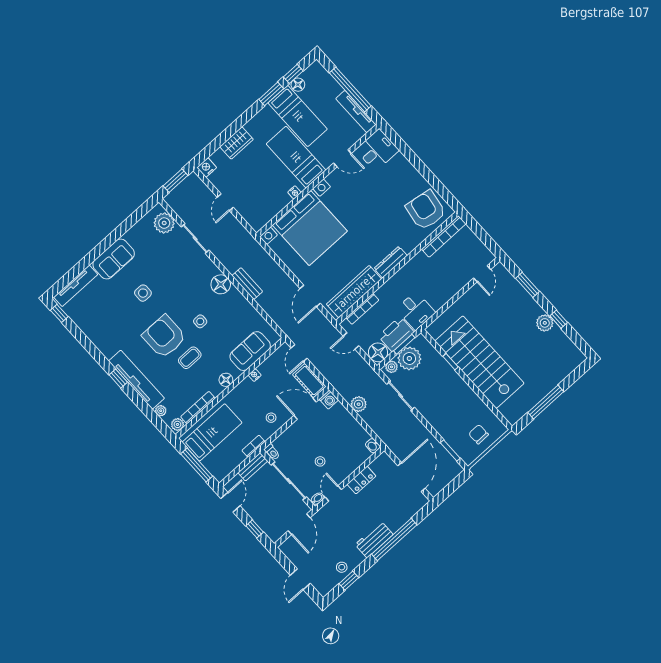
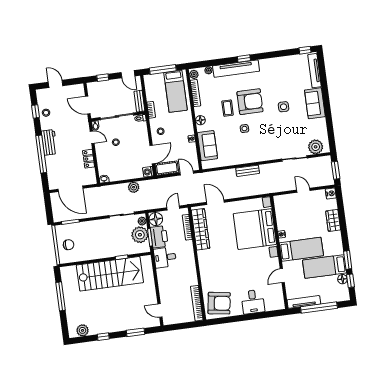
desk: (377, 150) -> (253, 302), moved
dresser: (391, 262) -> (203, 262), removed
floor lamp: (221, 284) -> (258, 155), removed
plant: (545, 323) -> (82, 330), moved

